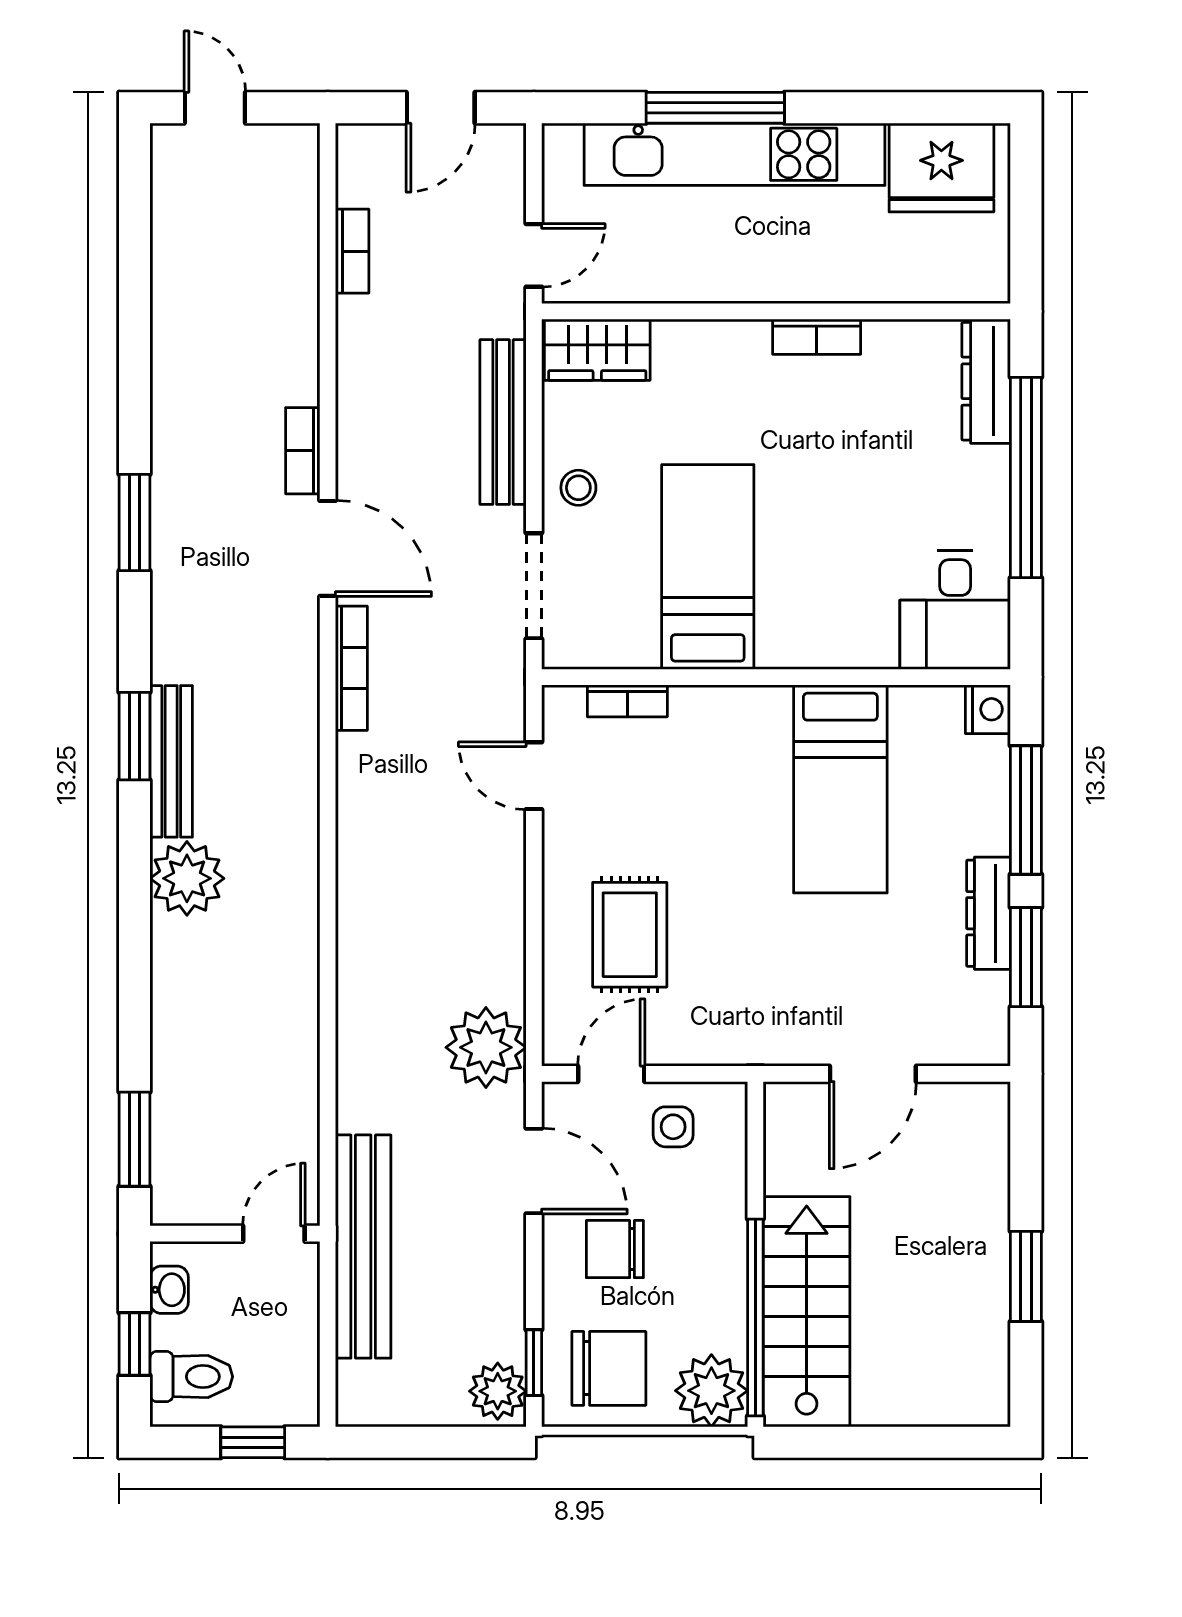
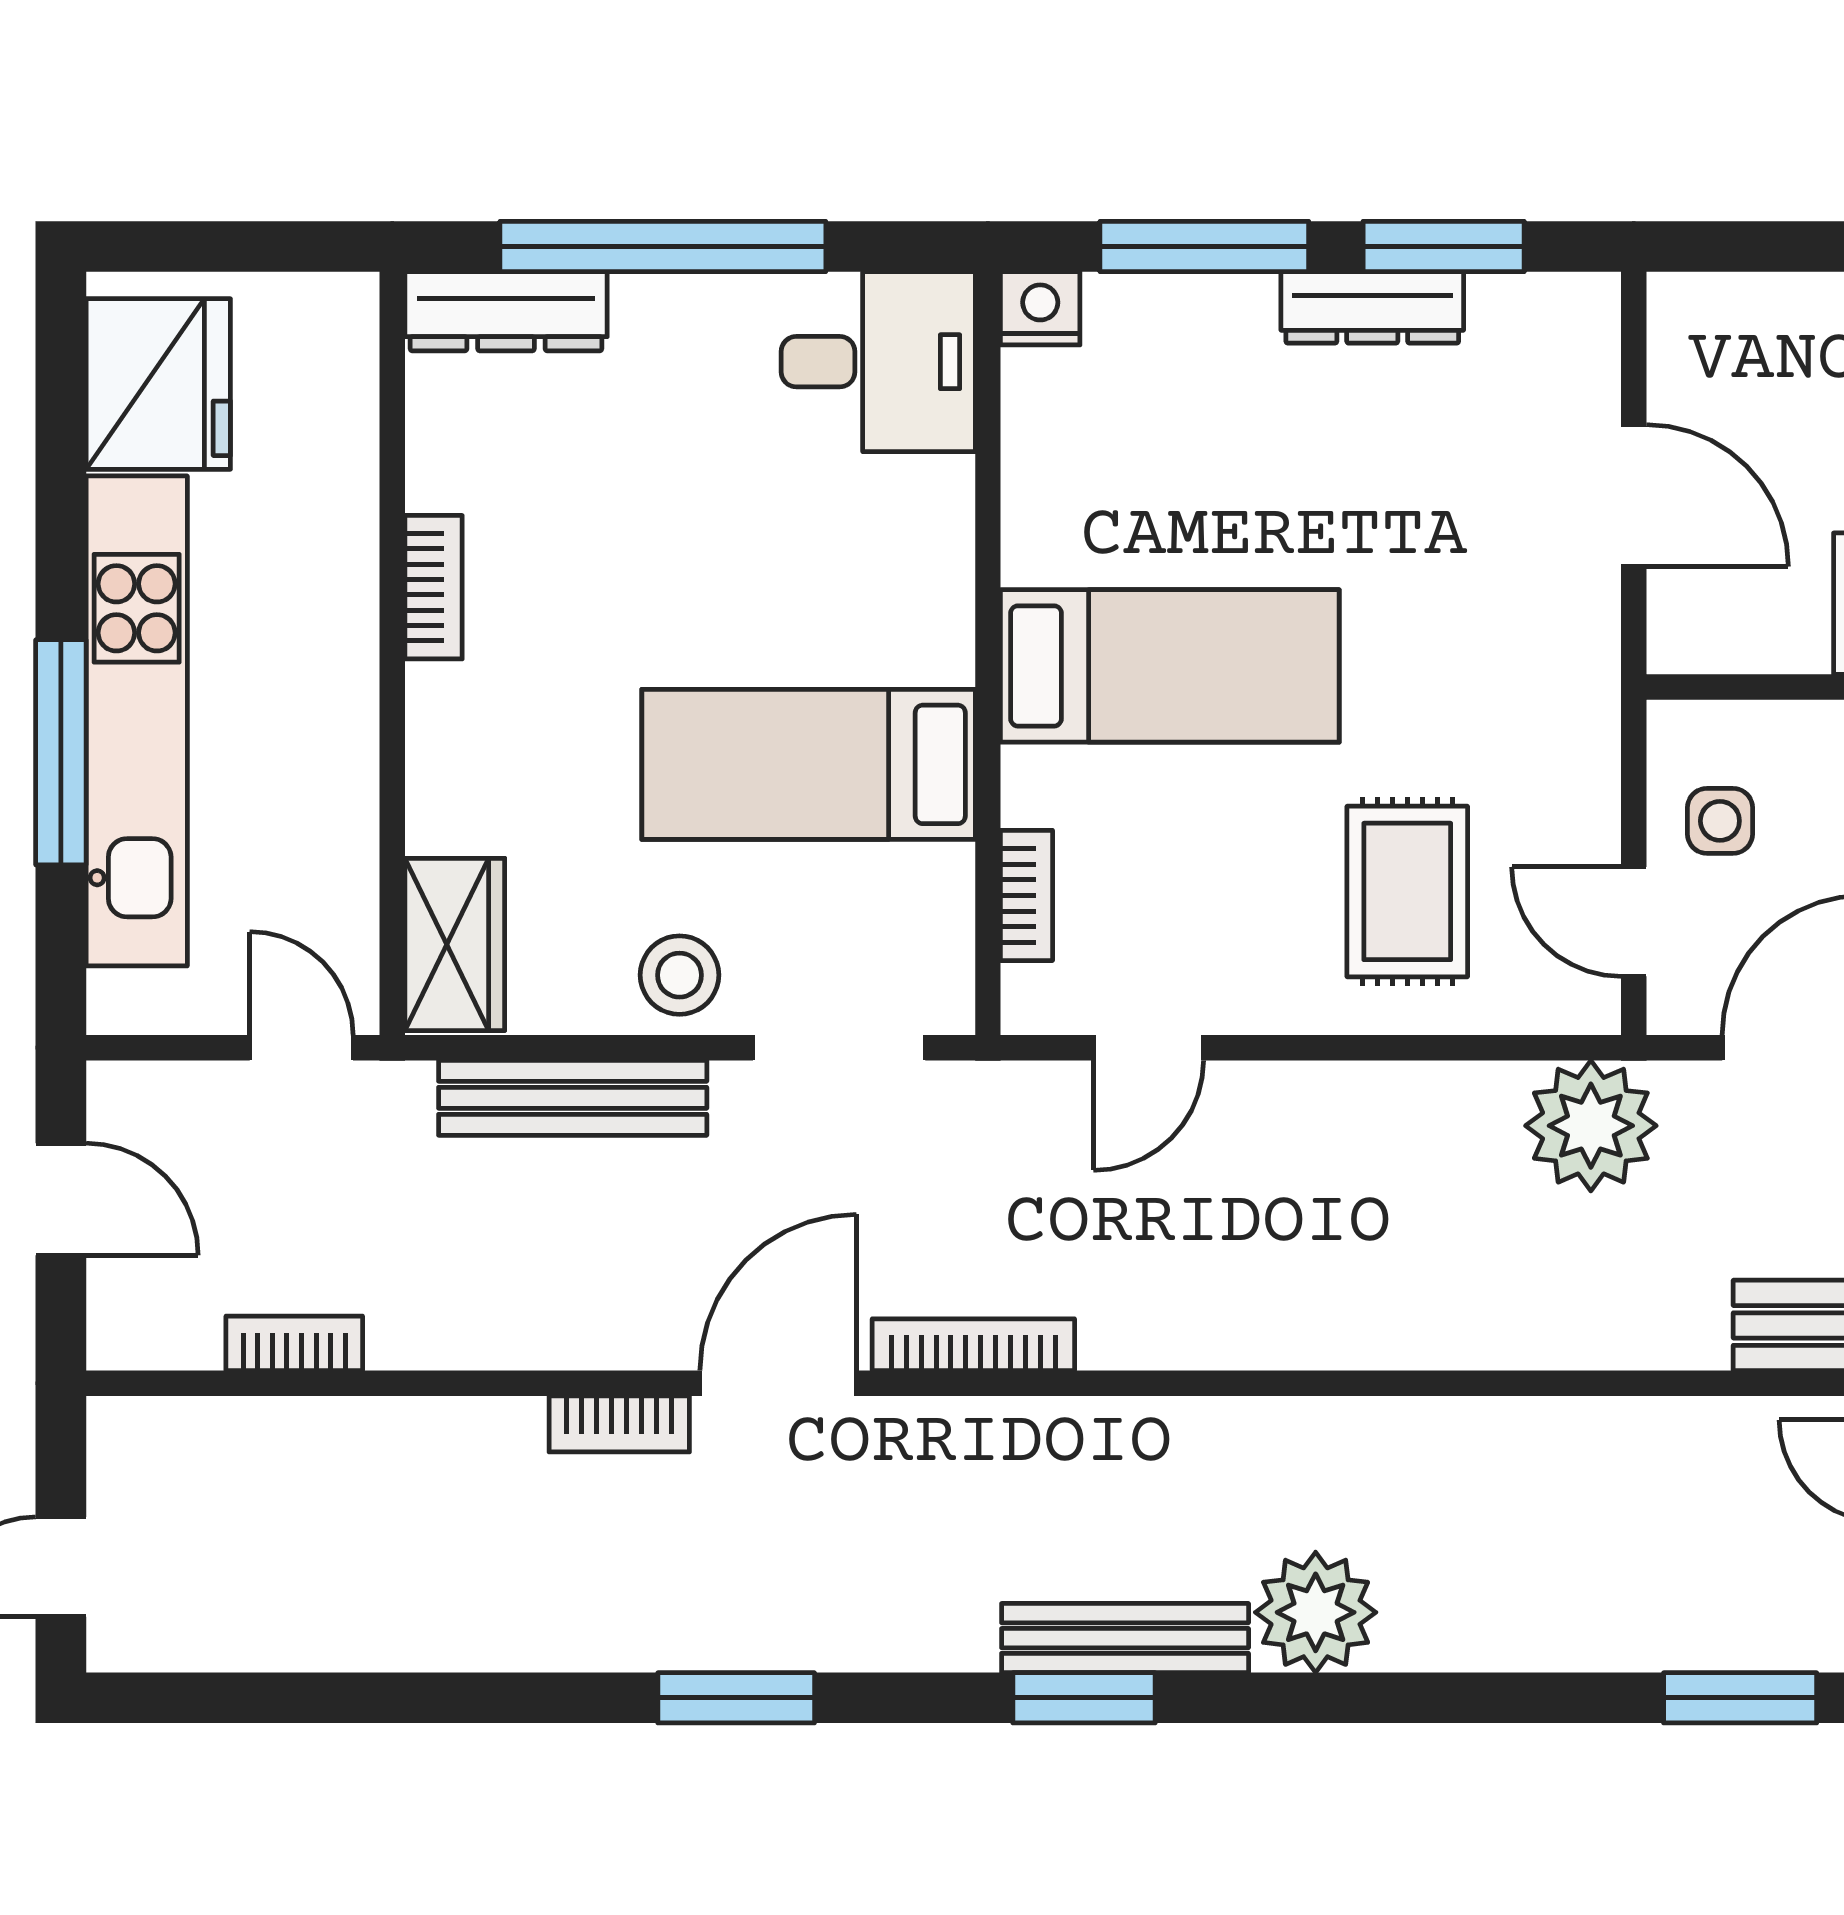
stool: (578, 488) -> (680, 975), width x1.37, depth x1.37
bed: (840, 789) -> (1170, 666), moved
rug: (630, 935) -> (1407, 891), turned 90

